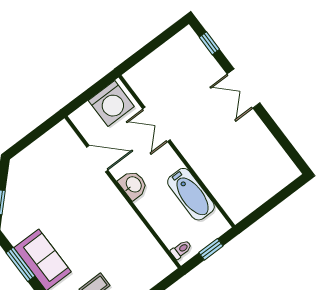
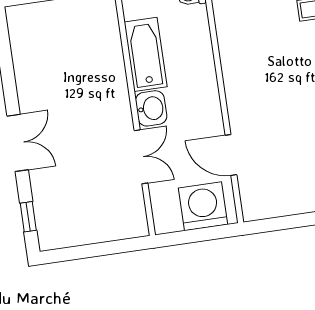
washing machine: (111, 103) -> (203, 206), moved
washbasin: (133, 185) -> (151, 108), moved, turned 180

